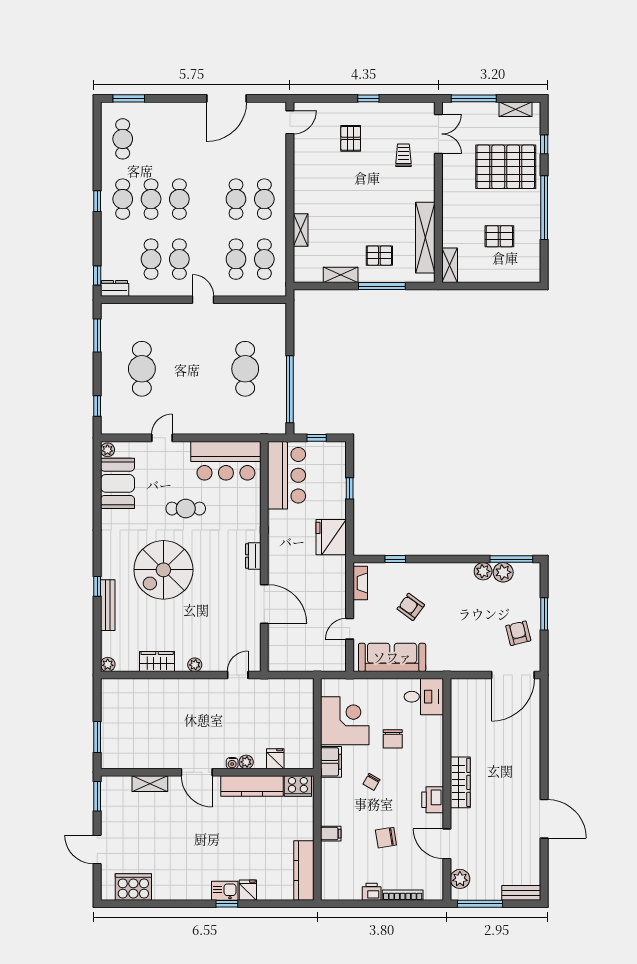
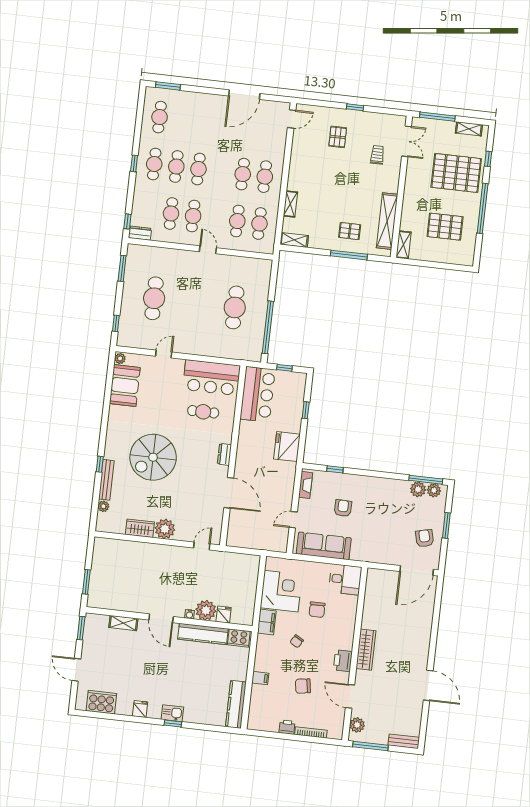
pallet: (499, 236) -> (445, 227), width x1.50, depth x1.42
shelving: (341, 275) -> (294, 240), moved
cafe table: (186, 509) -> (203, 412), moved
plant: (483, 571) -> (434, 490), moved
armchair: (411, 607) -> (343, 508), turned 55
plant: (108, 664) -> (103, 506), moved
plant: (195, 665) -> (165, 529), width x1.88, depth x1.88
plant: (246, 762) -> (206, 610), width x1.87, depth x1.87
fridge: (248, 890) -> (140, 709), moved

